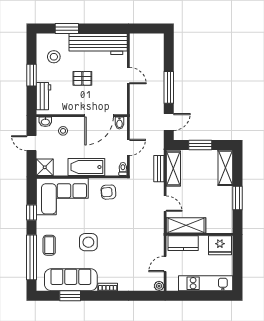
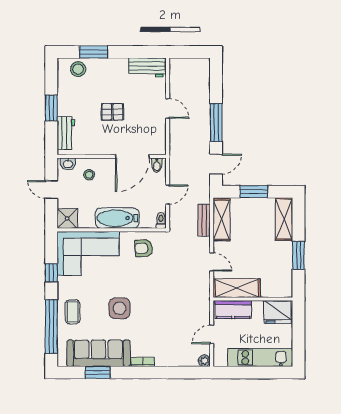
workbench: (98, 44) -> (148, 67), width x0.53, depth x0.76
stool: (54, 57) -> (78, 69), moved

